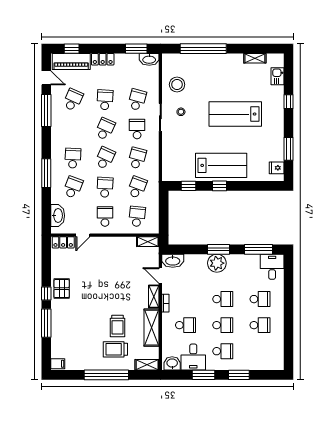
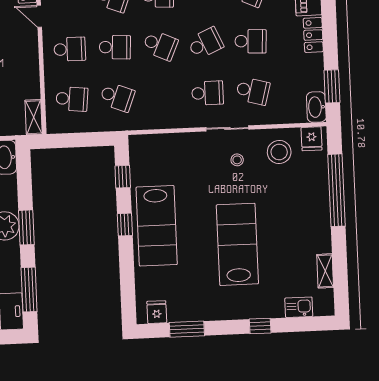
fridge: (169, 63) -> (312, 139), added
school desk: (105, 129) -> (205, 43), turned -48
school desk: (137, 158) -> (162, 95), removed

